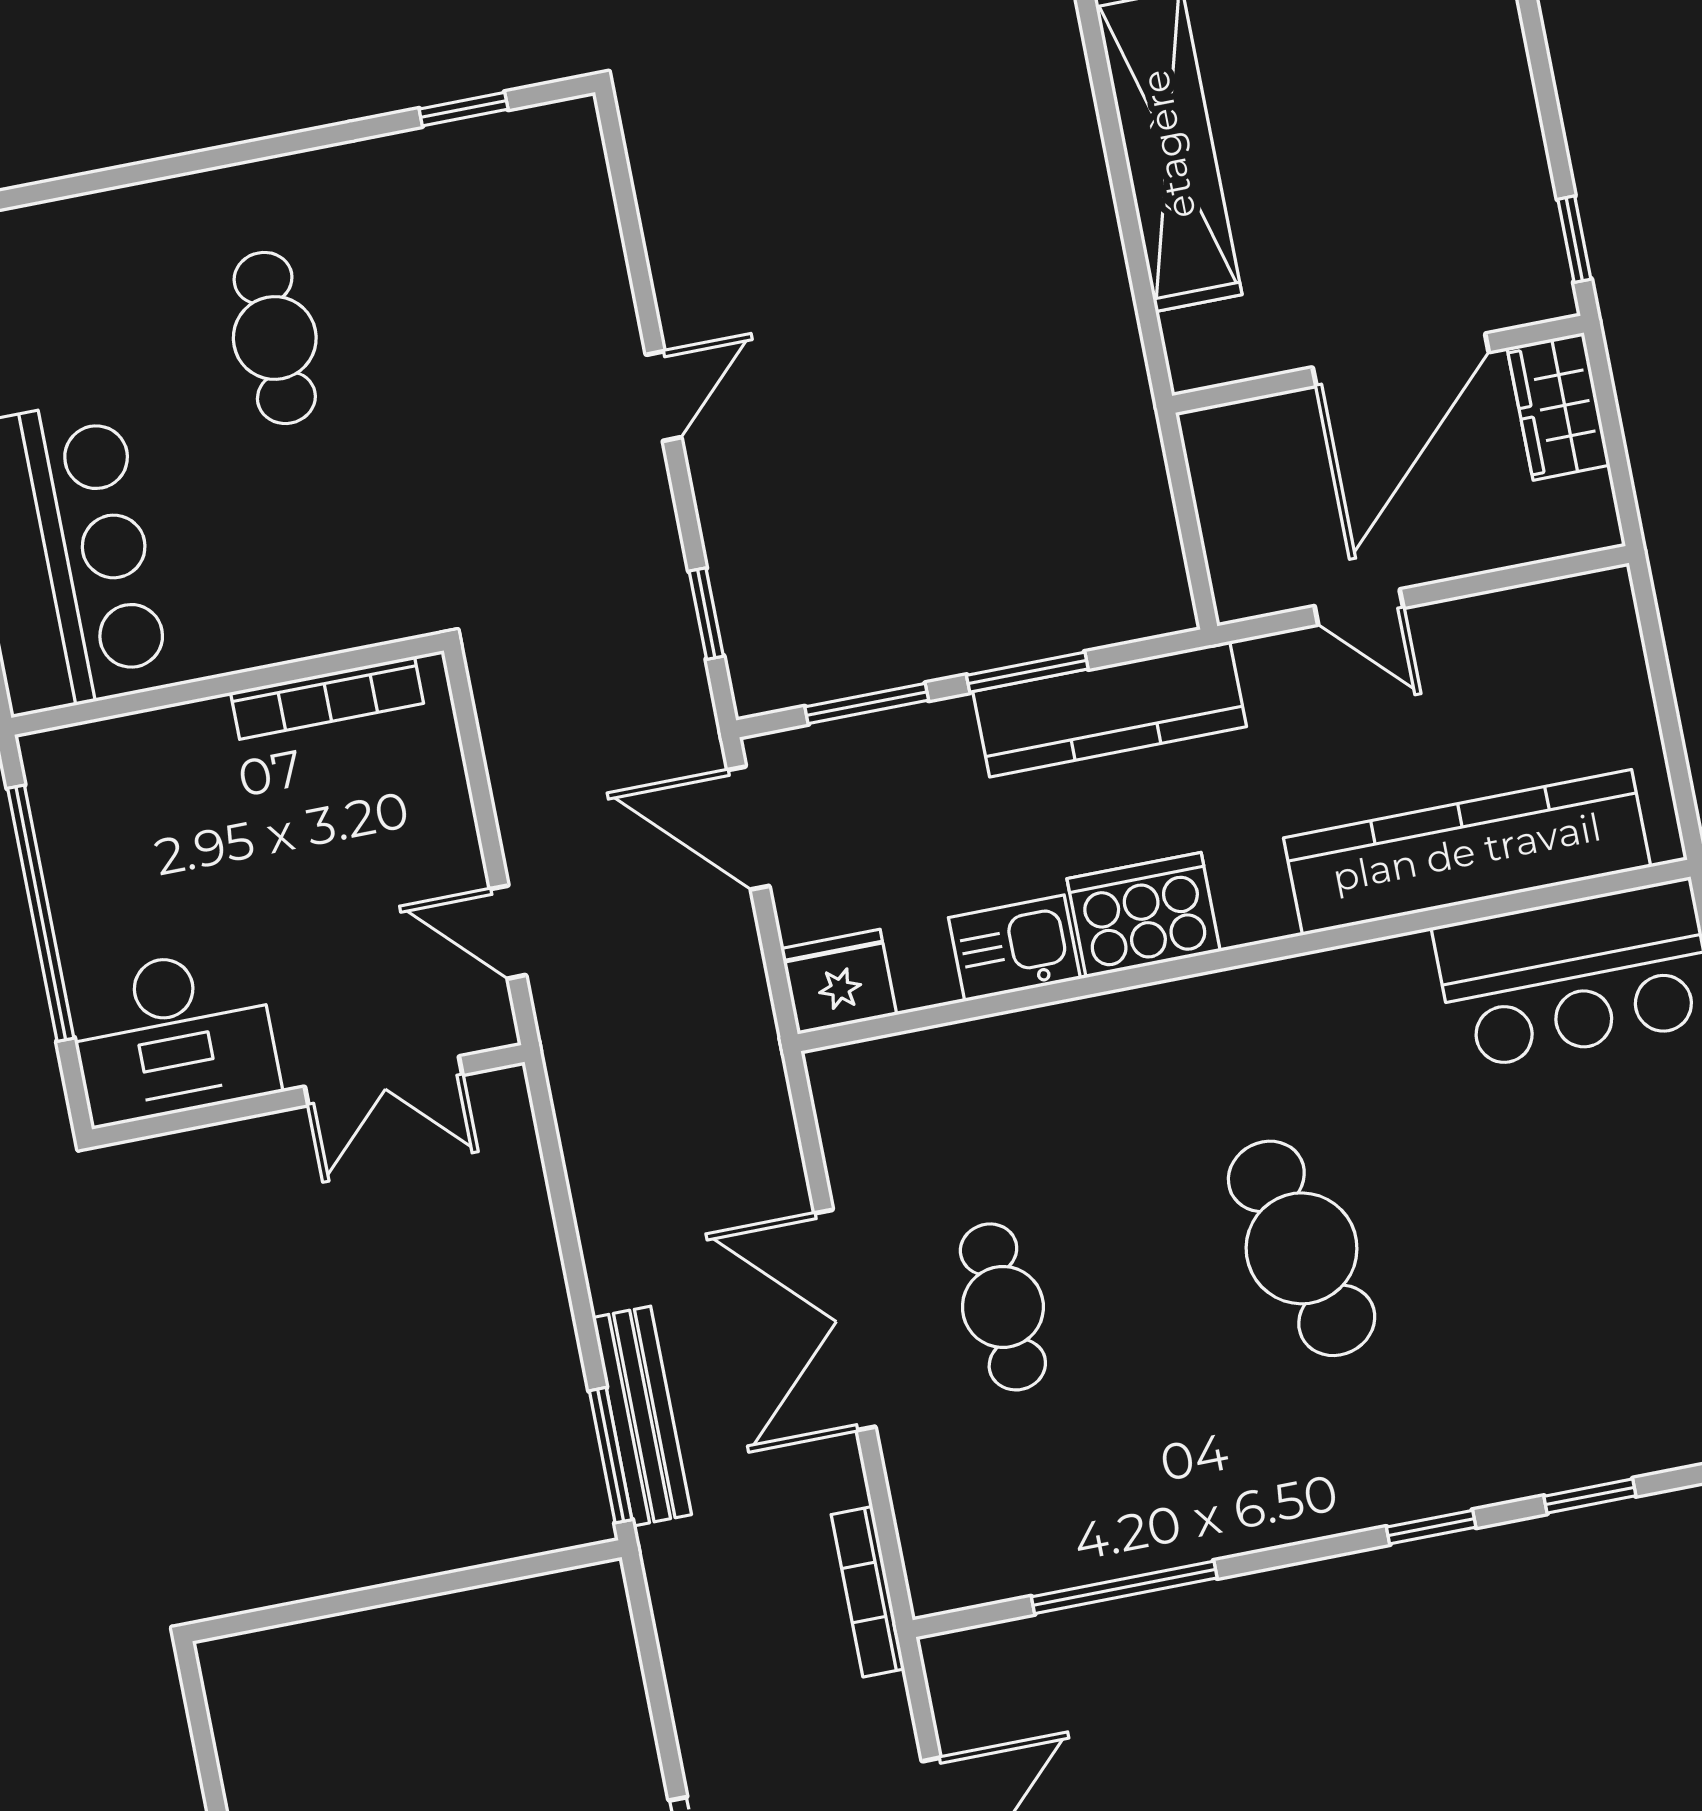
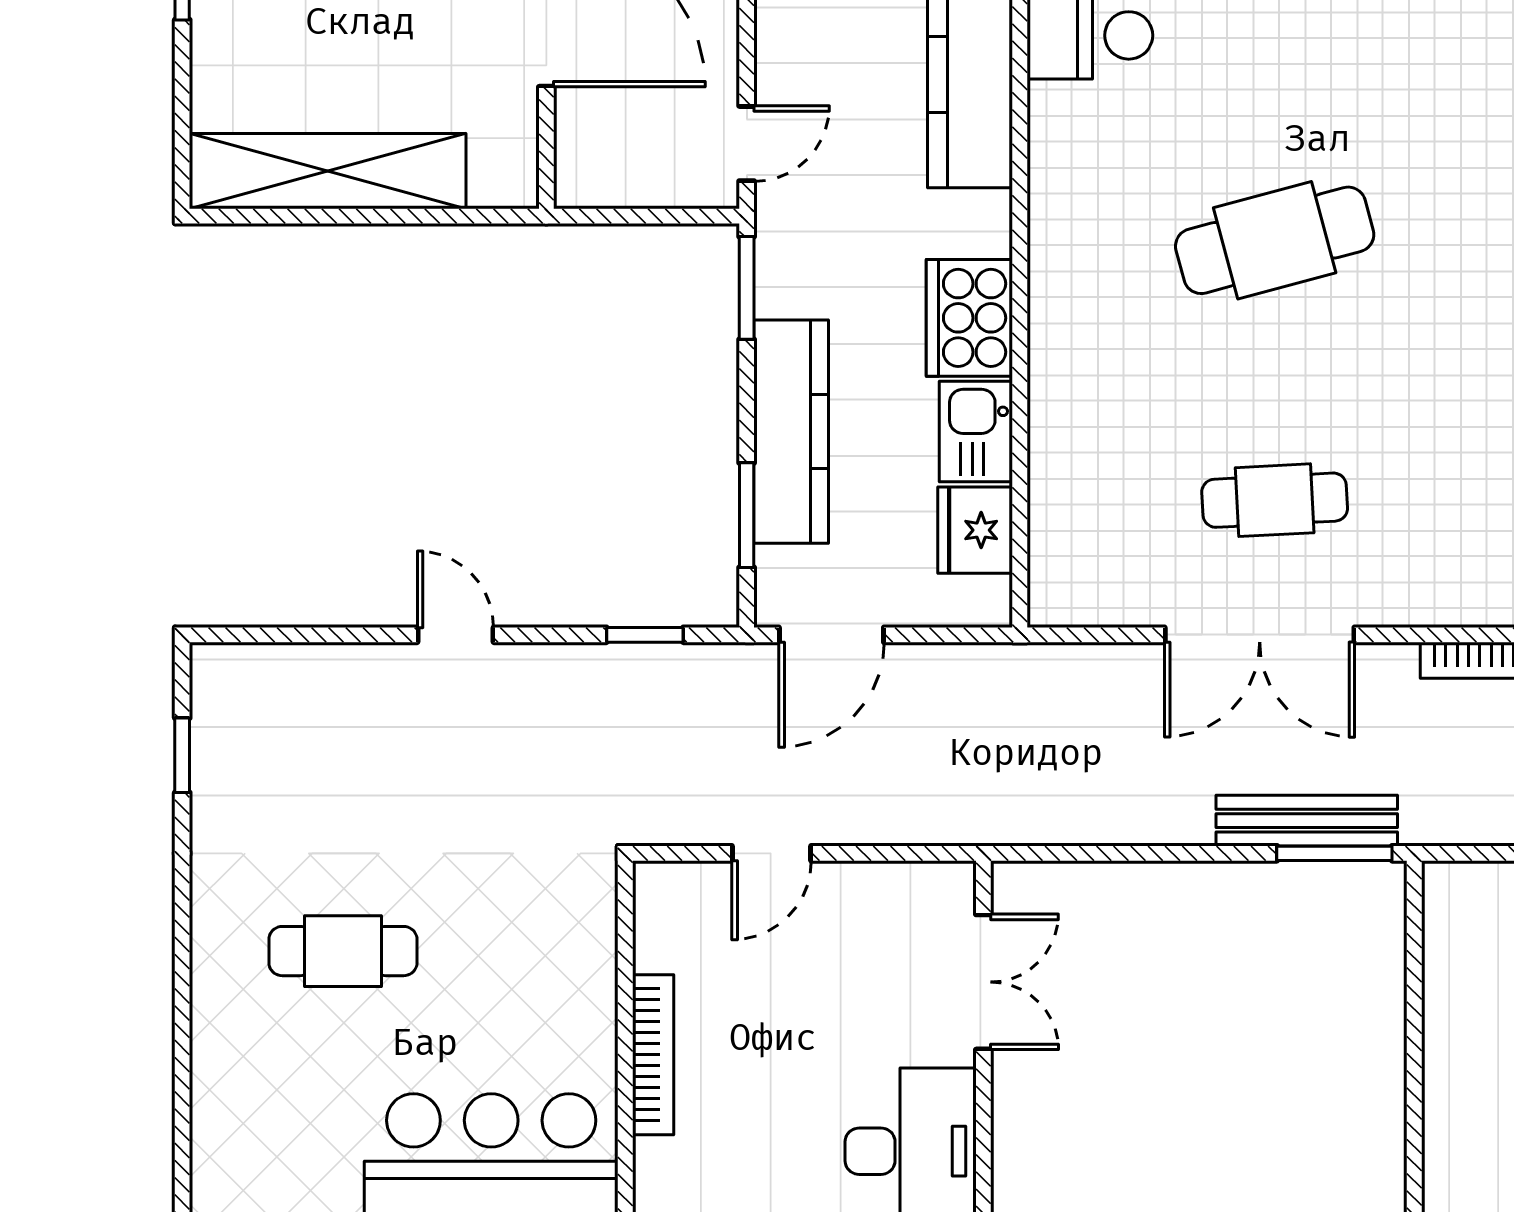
door: (1359, 607) -> (747, 144), moved
window: (1027, 672) -> (747, 288), moved
bookcase: (327, 698) -> (653, 1055), moved
kitchen counter: (1110, 709) -> (791, 432), moved
door: (508, 932) -> (772, 853), moved
fridge: (839, 982) -> (975, 530), moved

